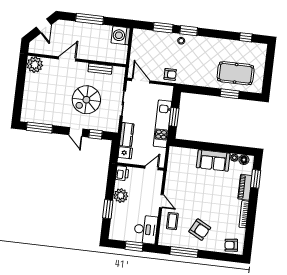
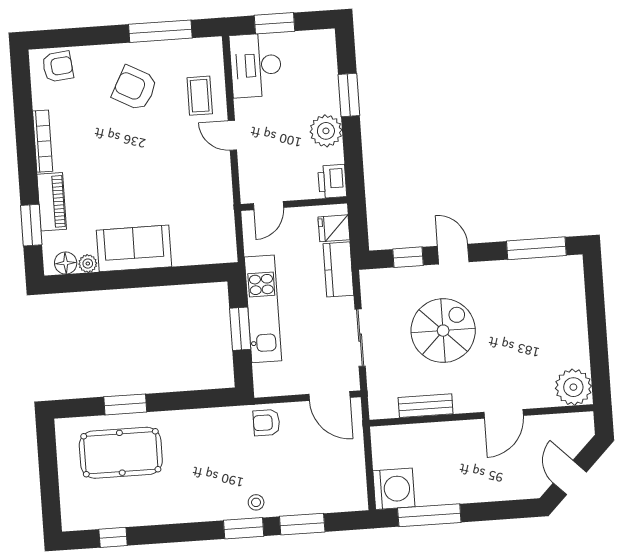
window: (90, 19) -> (429, 515), moved

